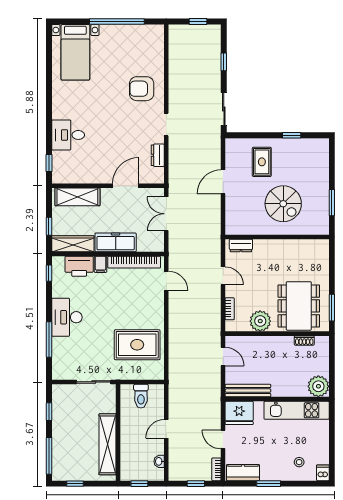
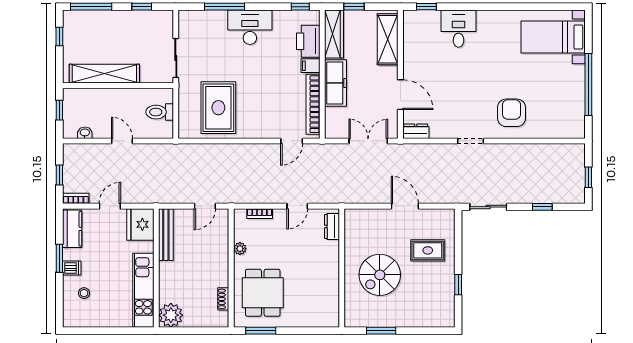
dresser: (158, 155) -> (416, 131), moved
dining table: (299, 306) -> (263, 293), width x0.73
plant: (260, 321) -> (240, 249), width x0.53, depth x0.53
dishwasher: (323, 473) -> (72, 268), moved

